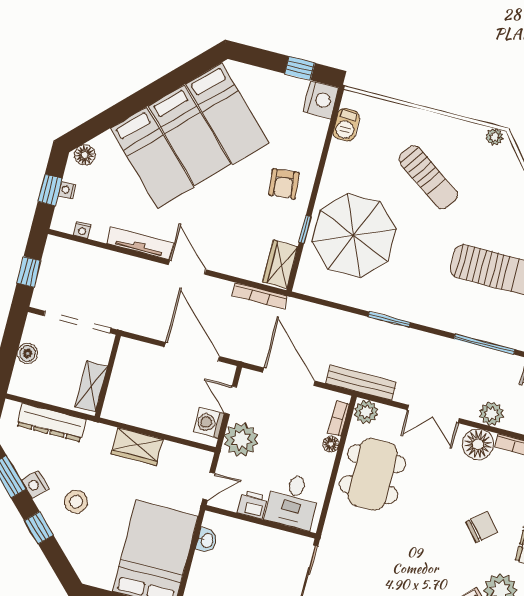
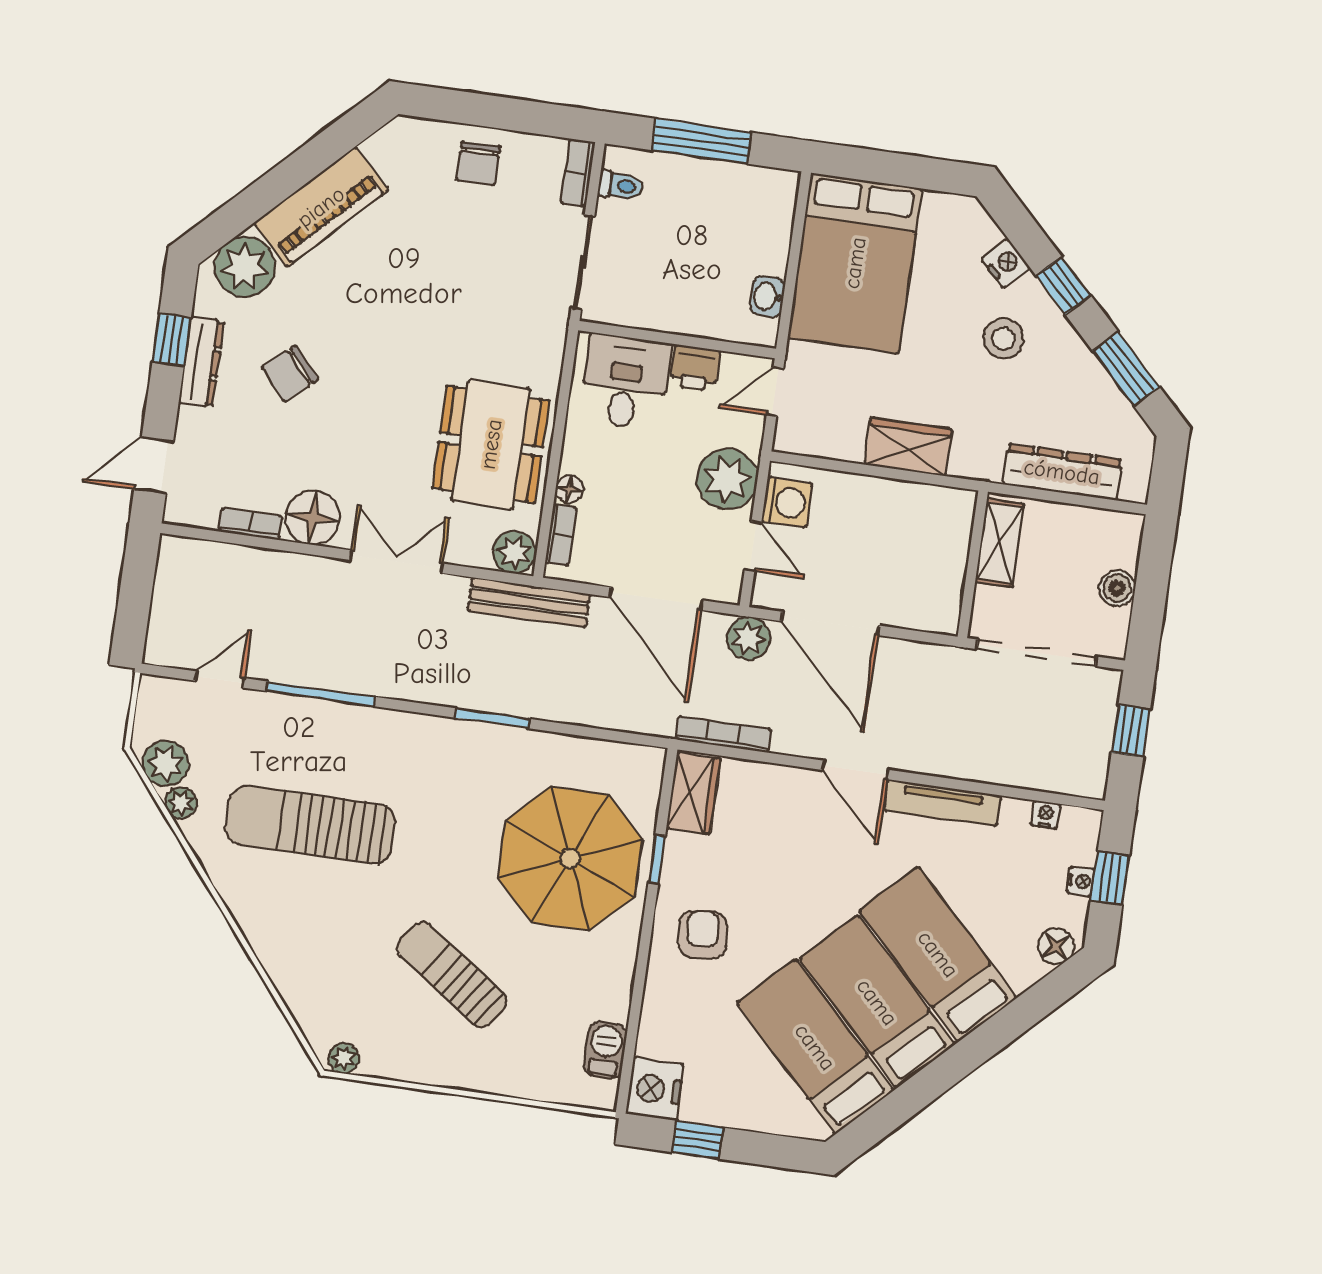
plant: (491, 414) -> (748, 638), moved
nightstand: (35, 484) -> (1006, 263), moved

